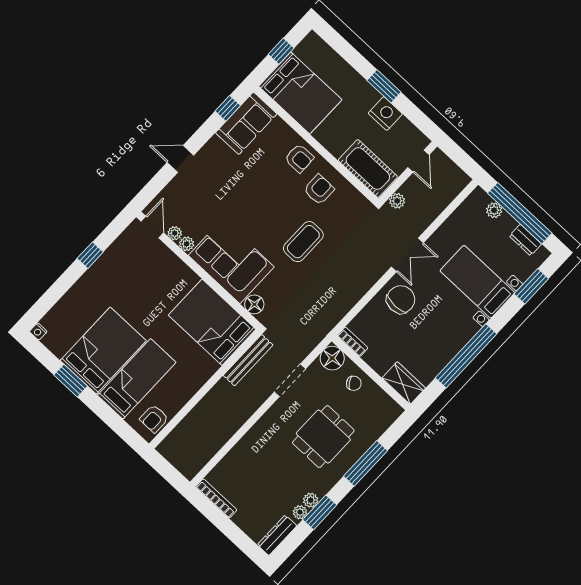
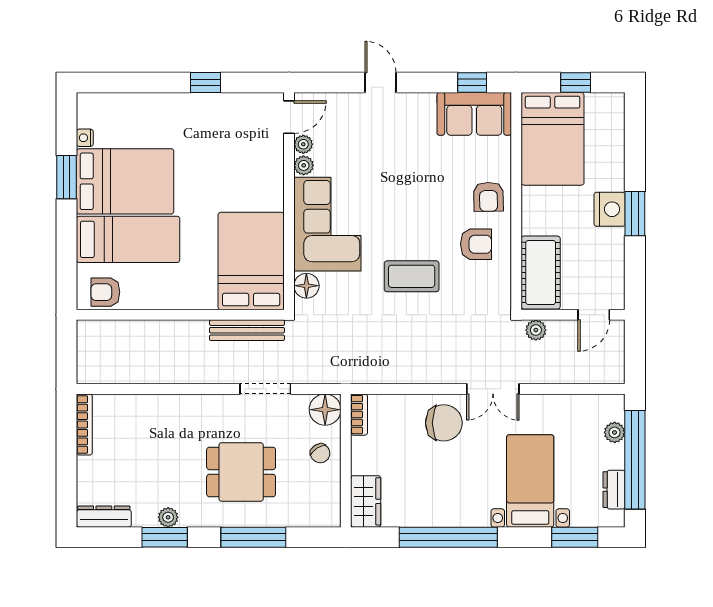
nightstand: (385, 114) -> (610, 209), moved
nightstand: (38, 331) -> (85, 138), moved
plant: (300, 512) -> (147, 518), removed

